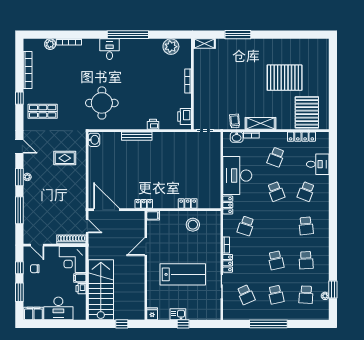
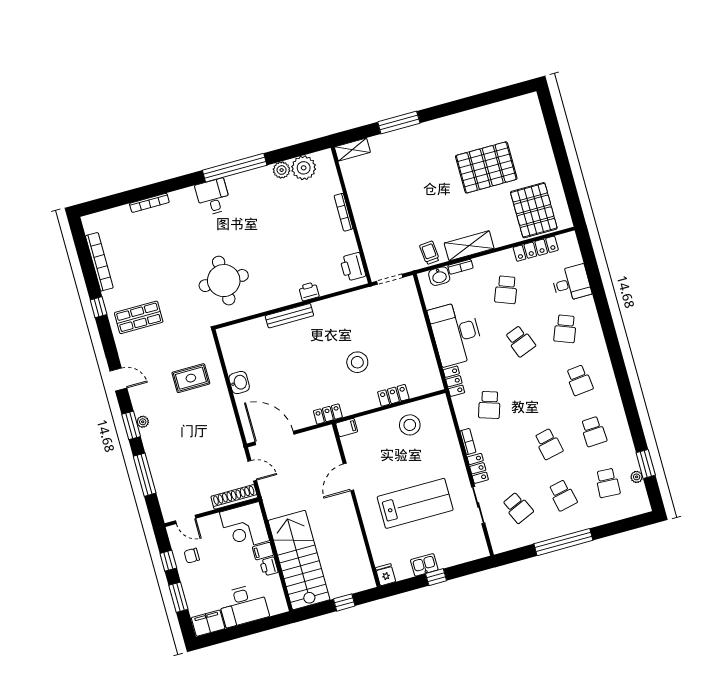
plant: (50, 44) -> (282, 170), moved
washbasin: (94, 140) -> (239, 383), moved
stool: (171, 177) -> (357, 362), added

